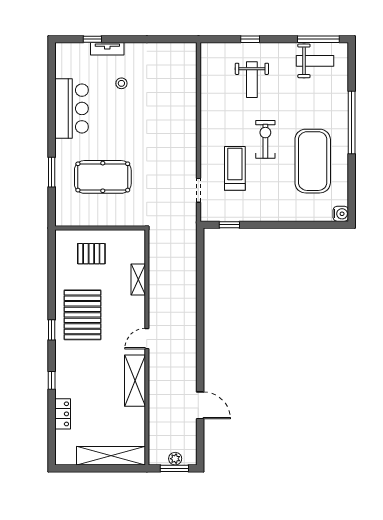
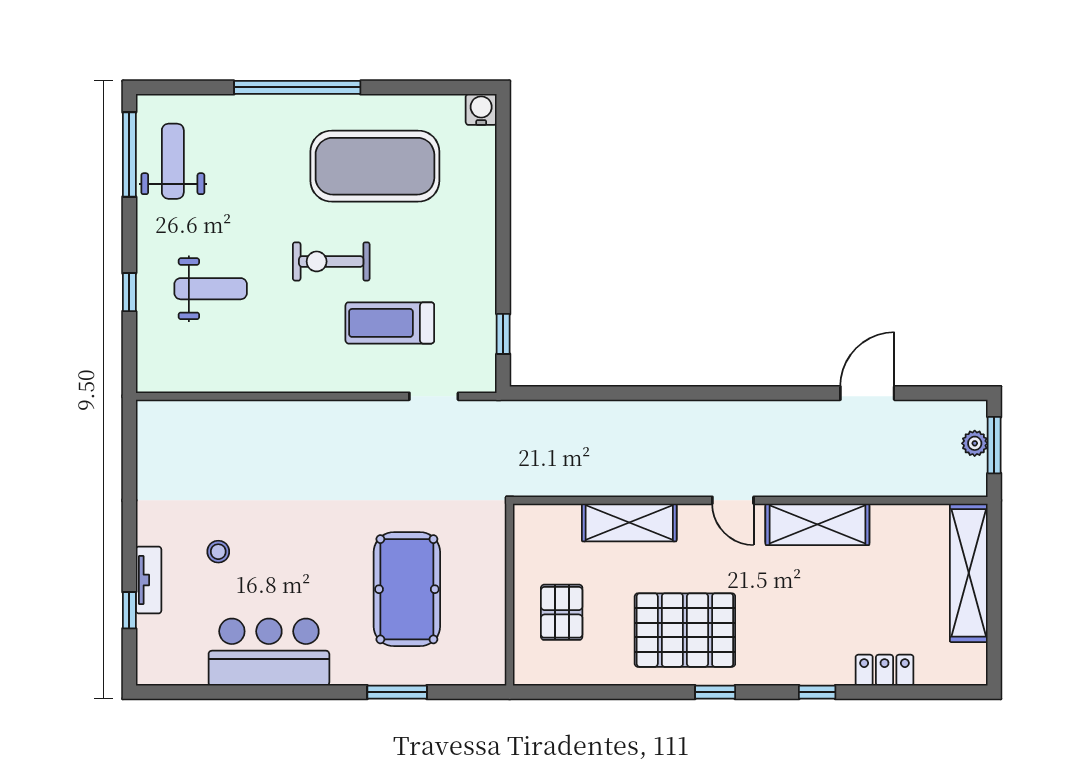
shelving: (138, 279) -> (629, 523), width x1.50, depth x1.33

